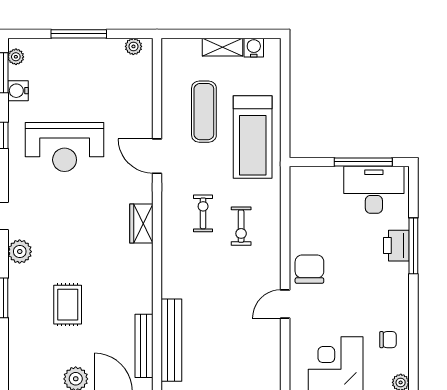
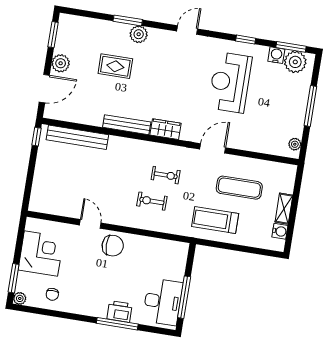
plant: (16, 57) -> (295, 62), width x1.87, depth x1.87
treadmill: (253, 137) -> (215, 220), width x0.73, depth x0.73
plant: (20, 252) -> (139, 34), moved
bench: (144, 346) -> (127, 125), moved

